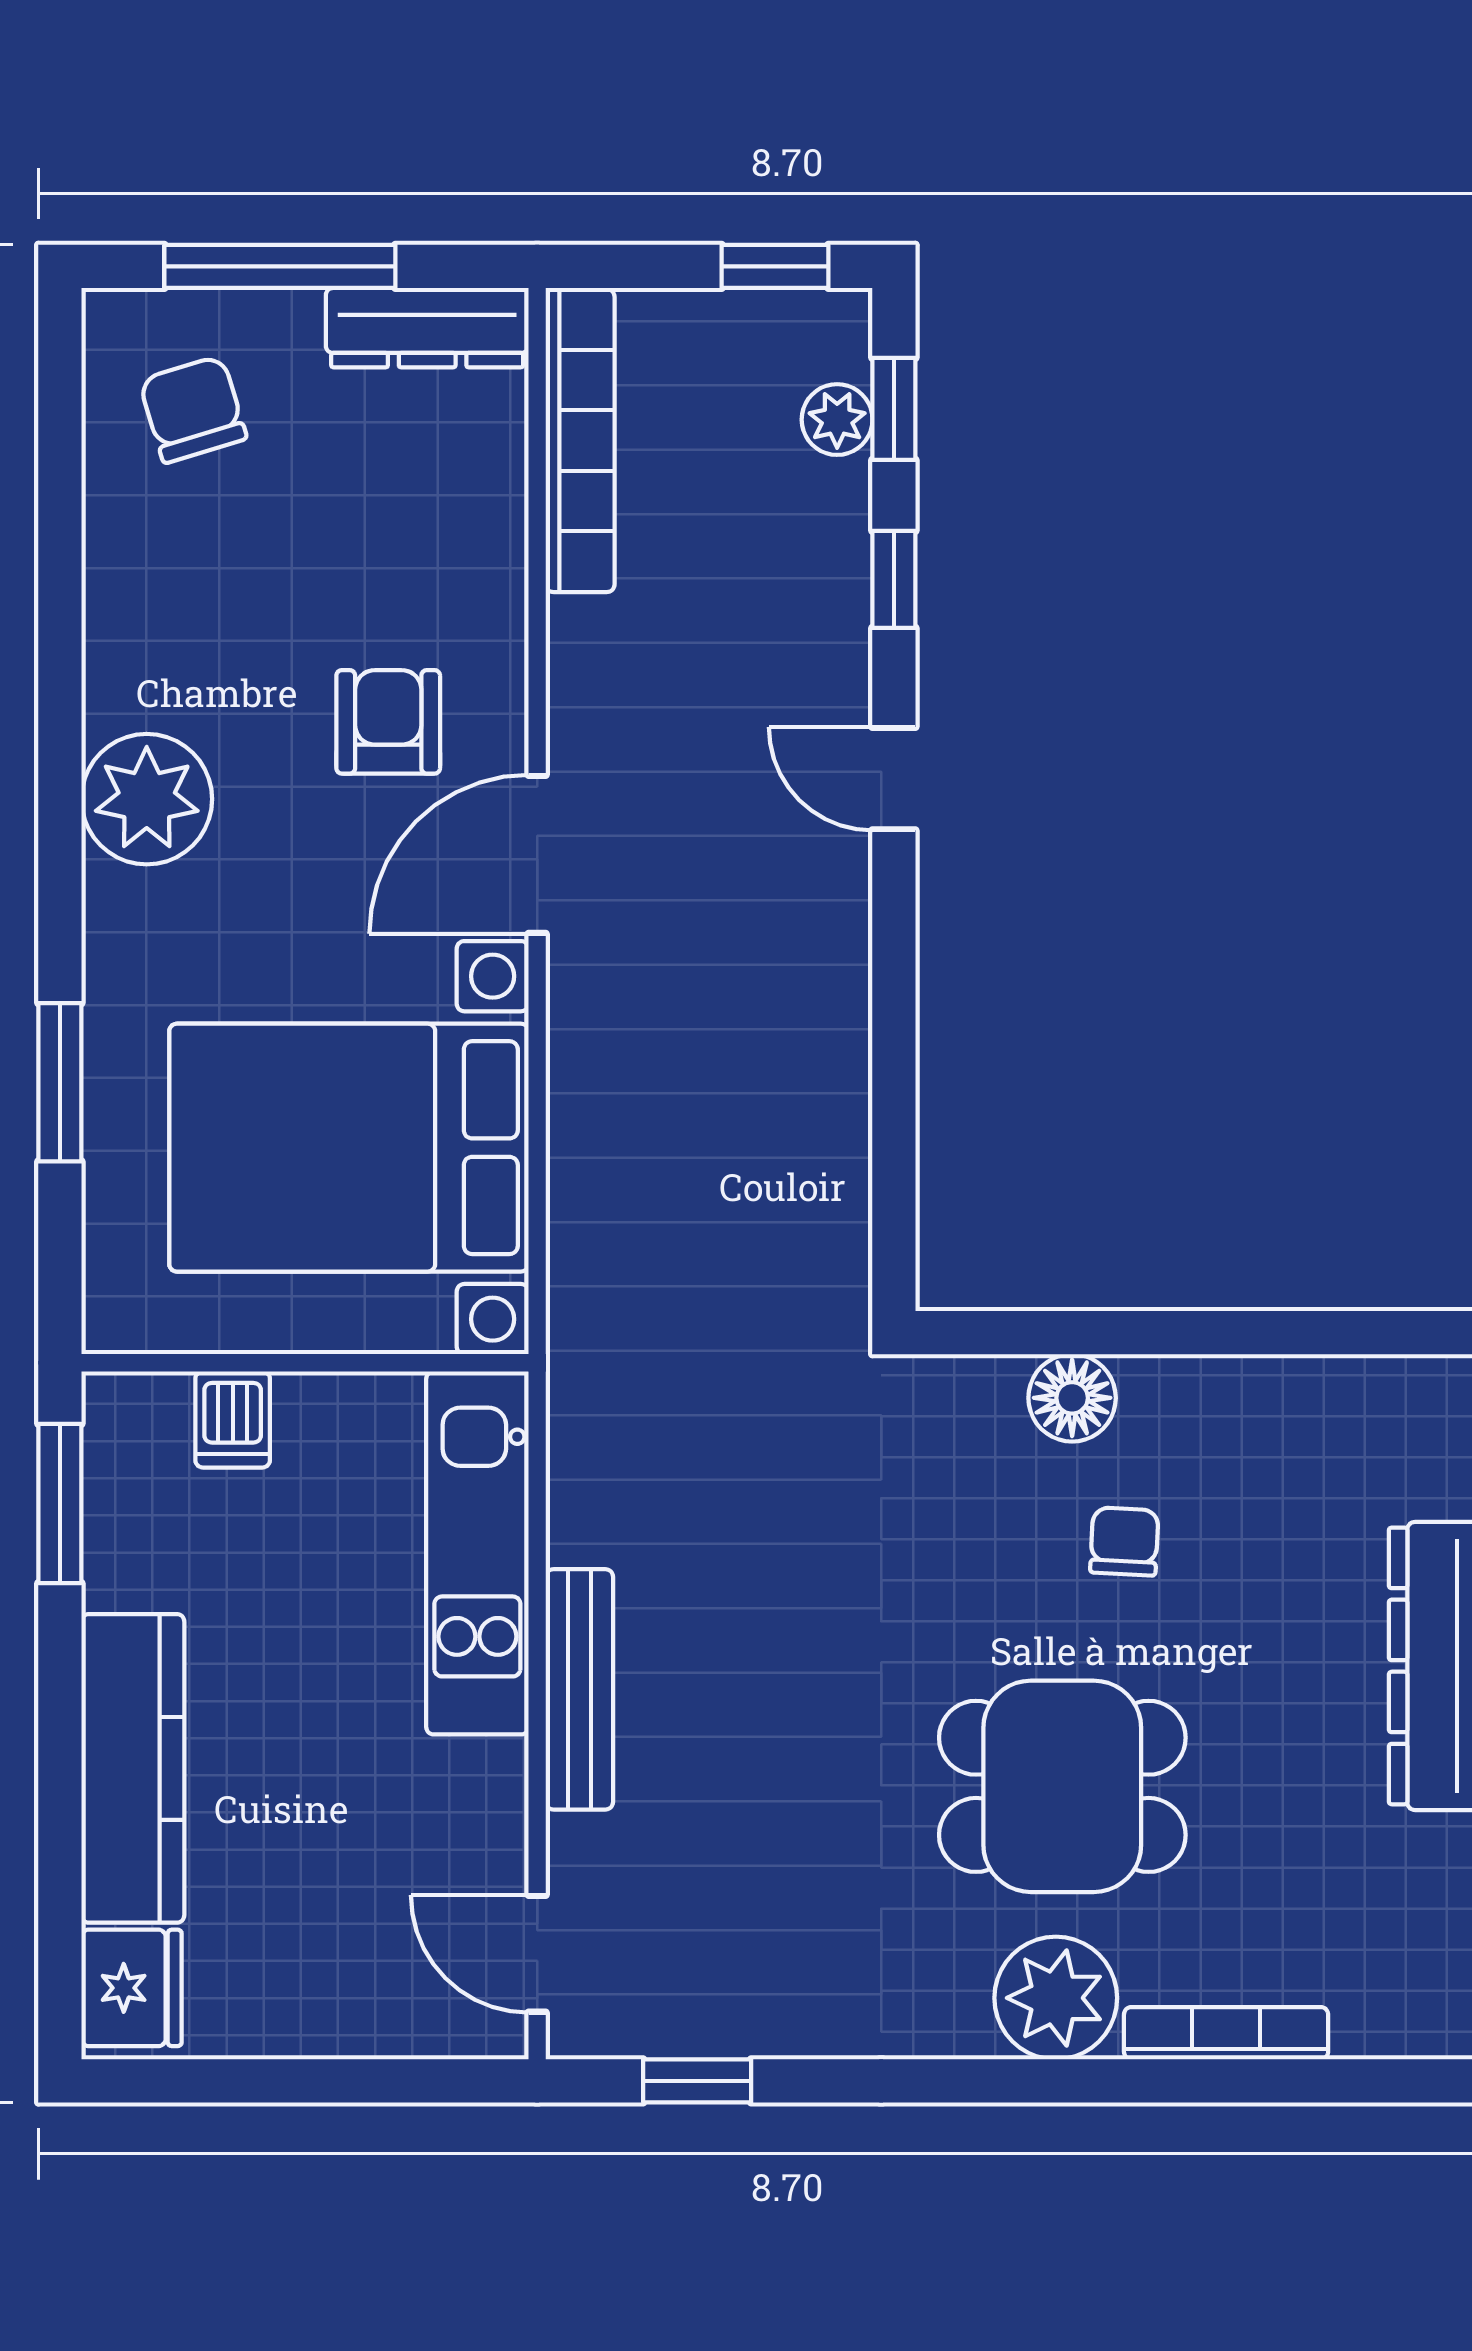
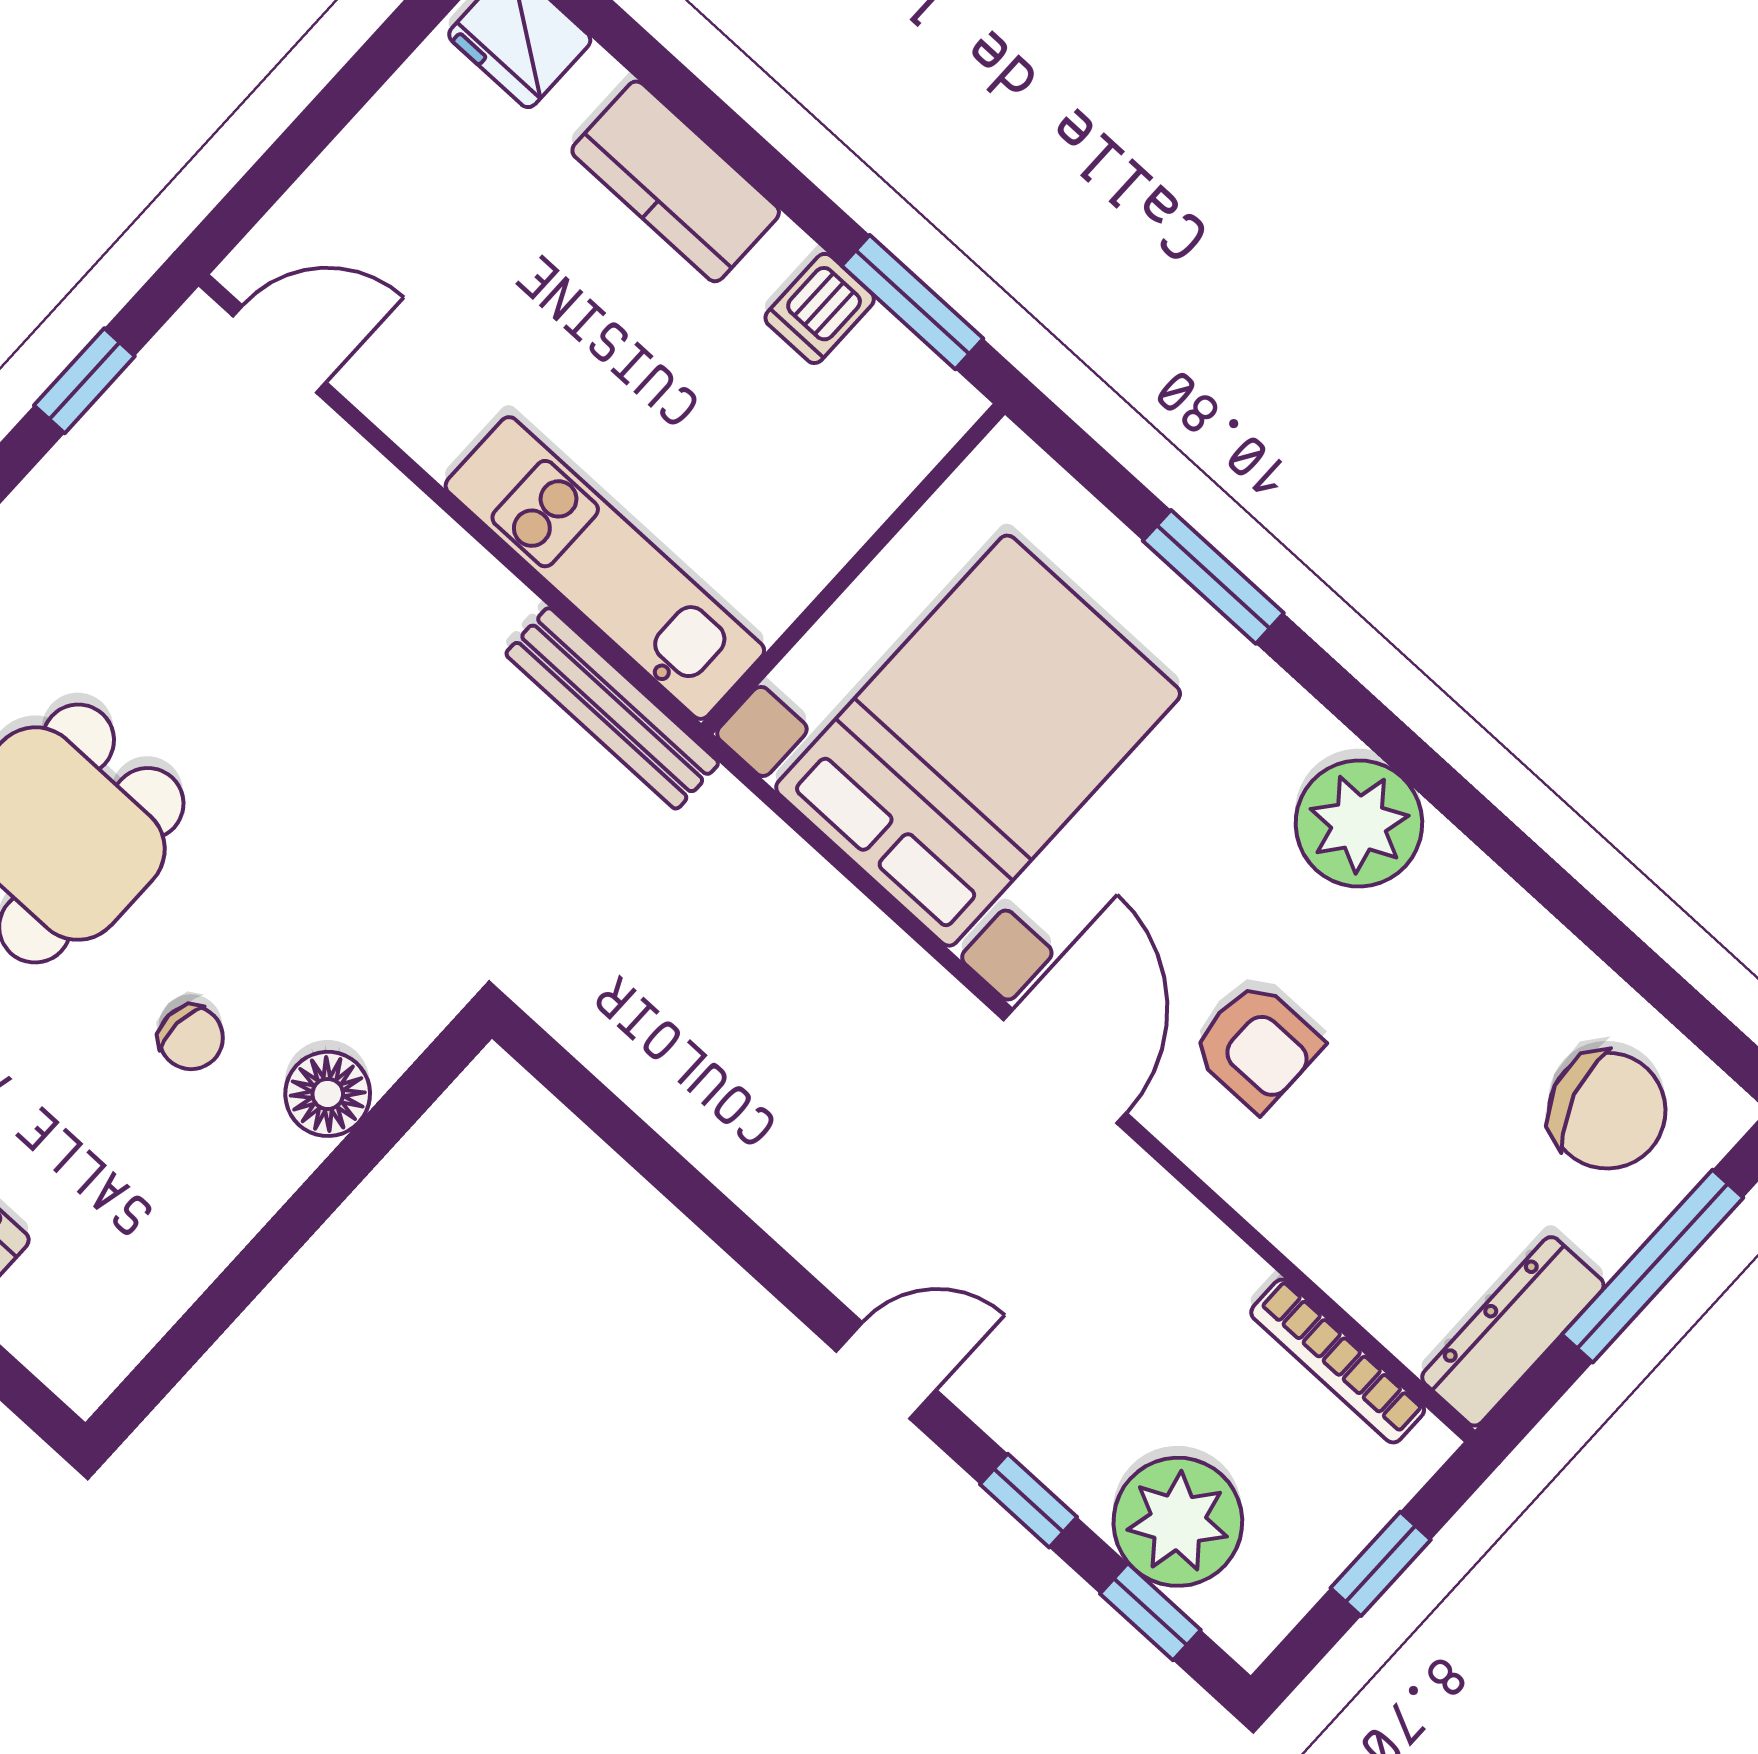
window: (775, 266) -> (1381, 1564), moved
chair: (193, 409) -> (1607, 1111), width x1.37, depth x1.37
plant: (837, 420) -> (1178, 1522), width x1.88, depth x1.88
bookcase: (580, 441) -> (1338, 1361), width x0.68, depth x0.76
dishwasher: (233, 1419) -> (820, 308), moved, turned -90
bench: (579, 1689) -> (612, 708), moved
kitchen counter: (133, 1768) -> (676, 181), width x0.67

